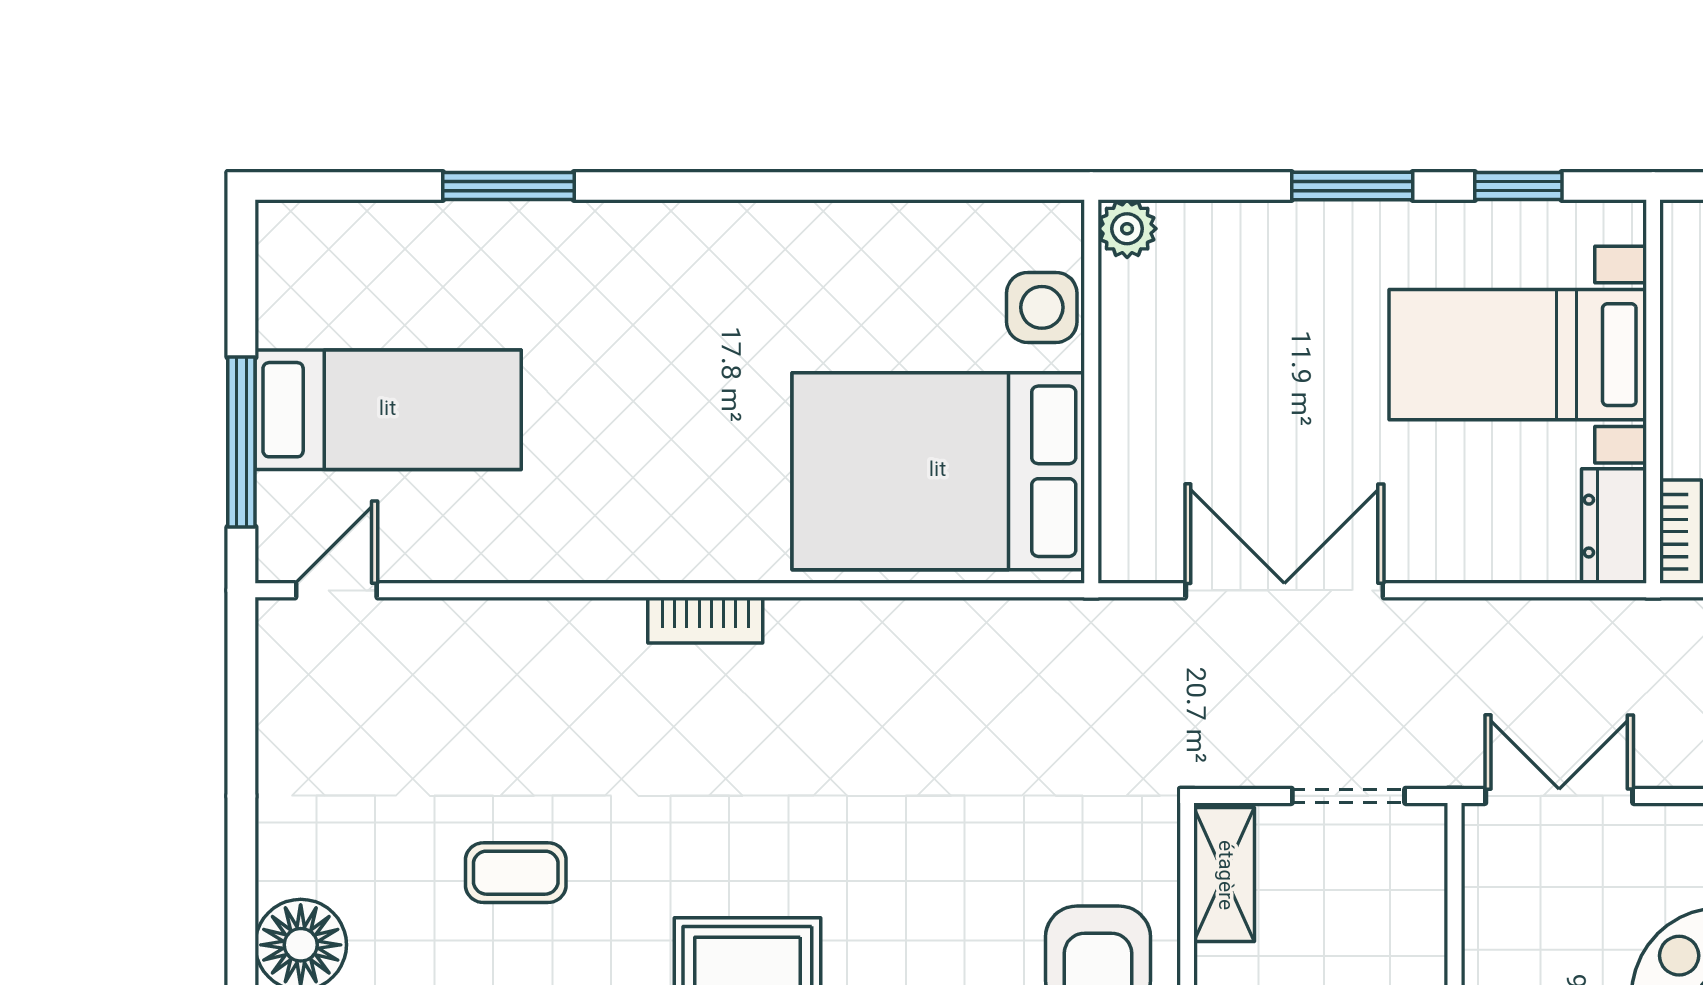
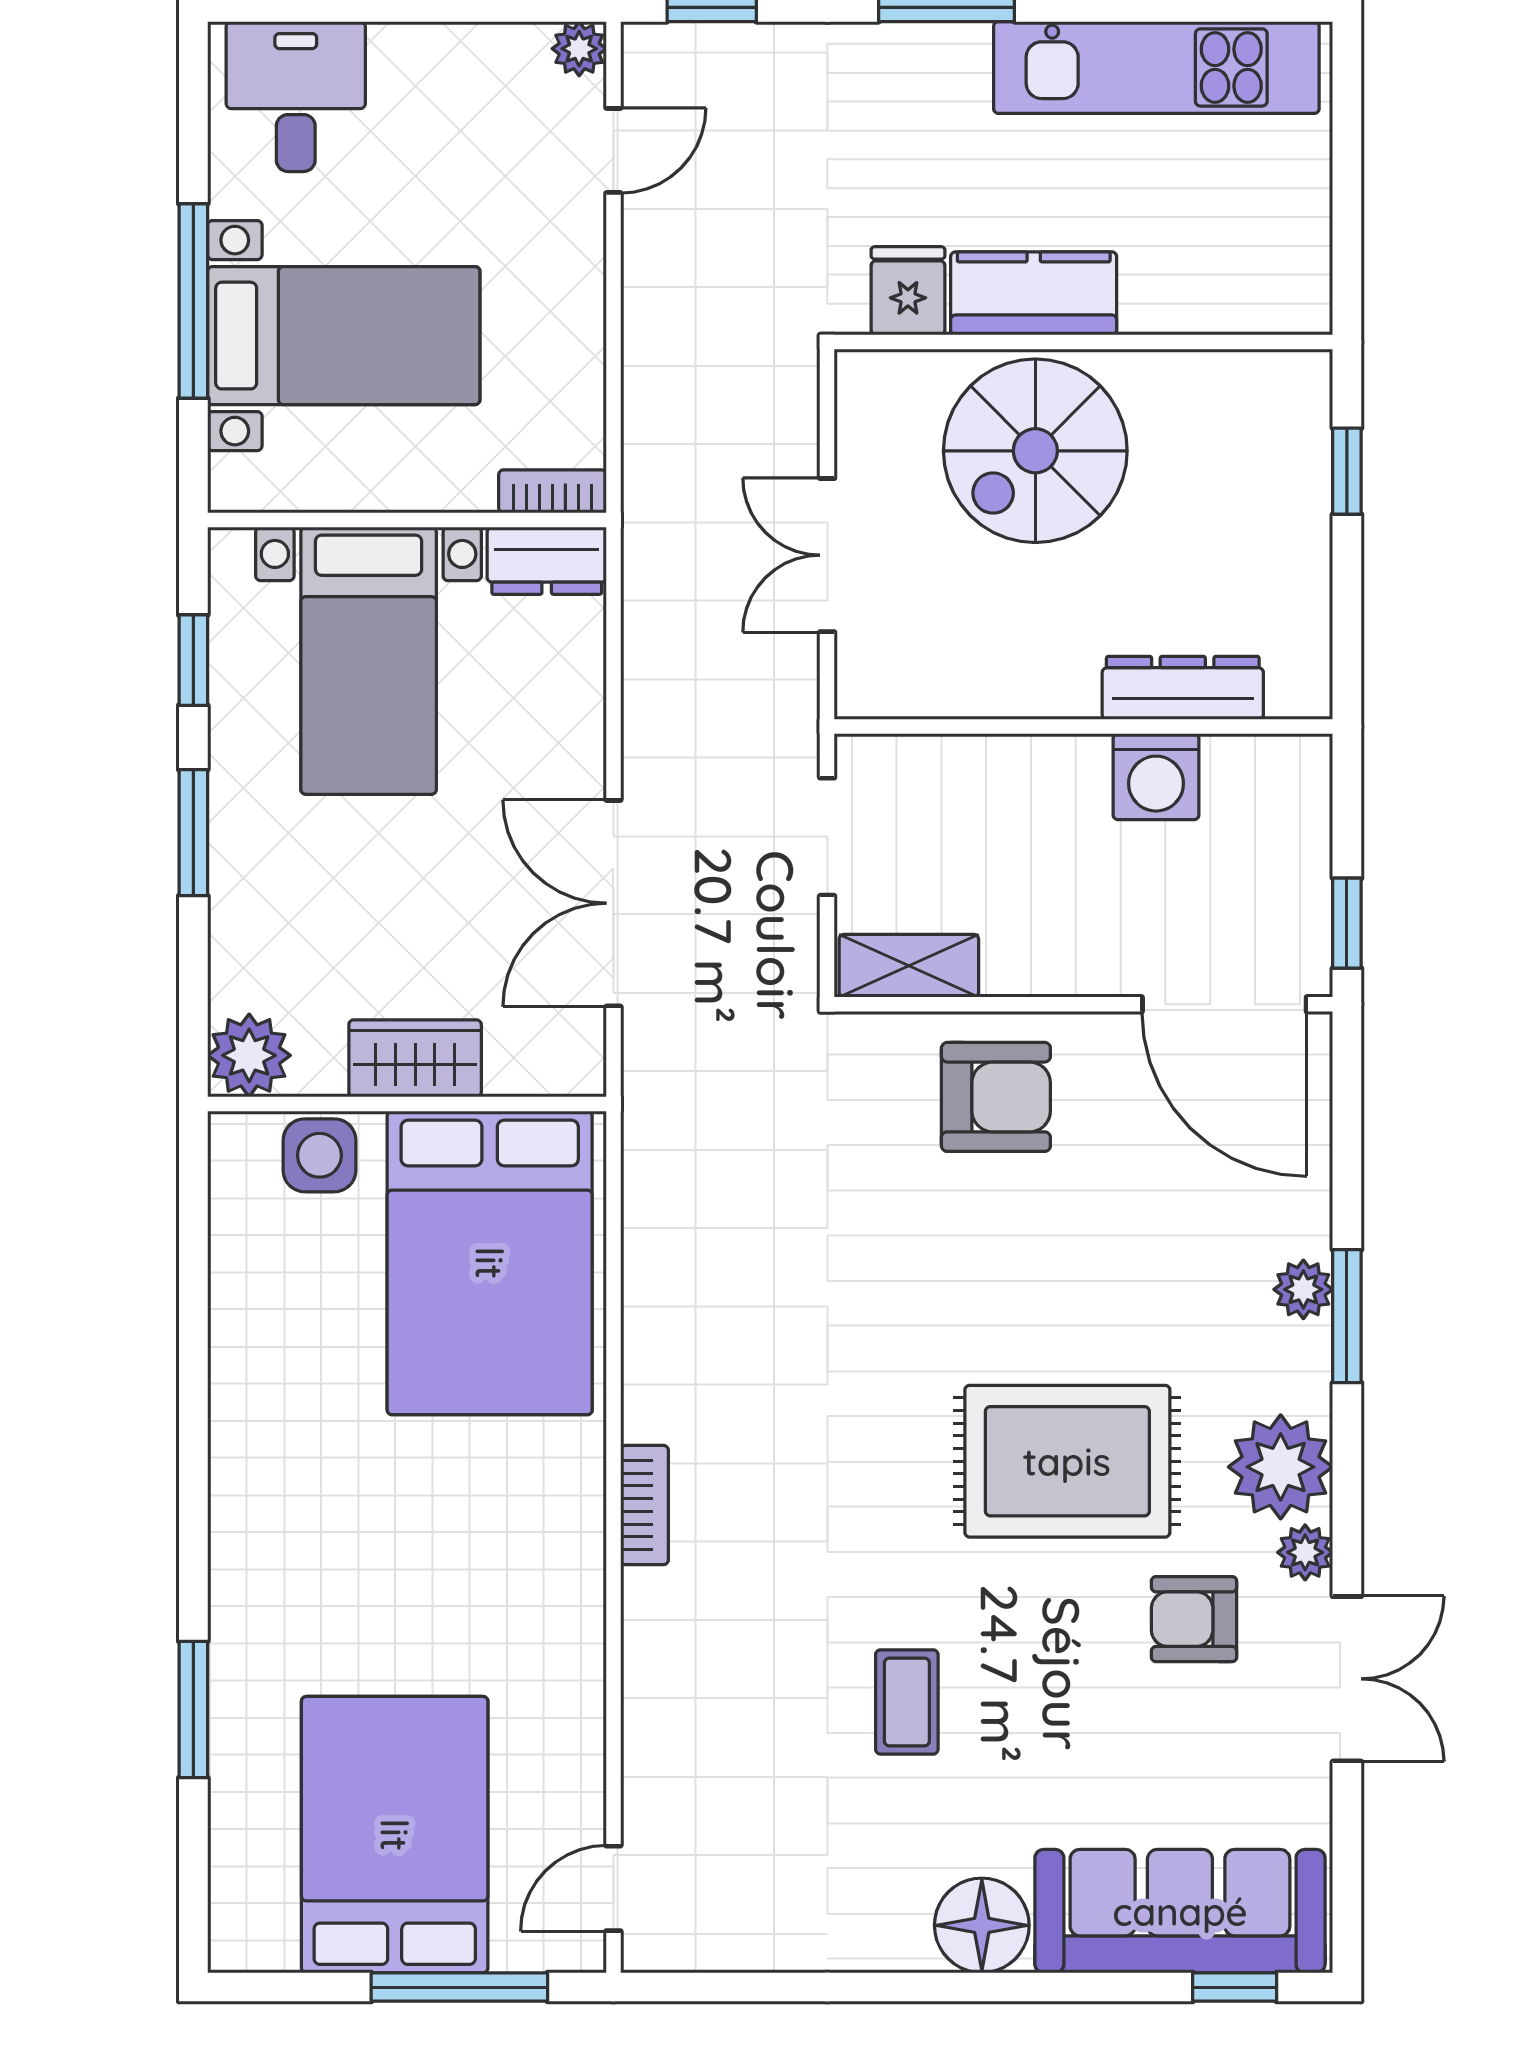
plant: (1127, 229) -> (249, 1055), width x1.38, depth x1.38
wardrobe: (1135, 399) -> (415, 1058), added
bed: (388, 410) -> (395, 1835), width x1.50
door: (336, 590) -> (613, 1888), hinge flipped
double door: (1559, 796) -> (827, 555), moved

